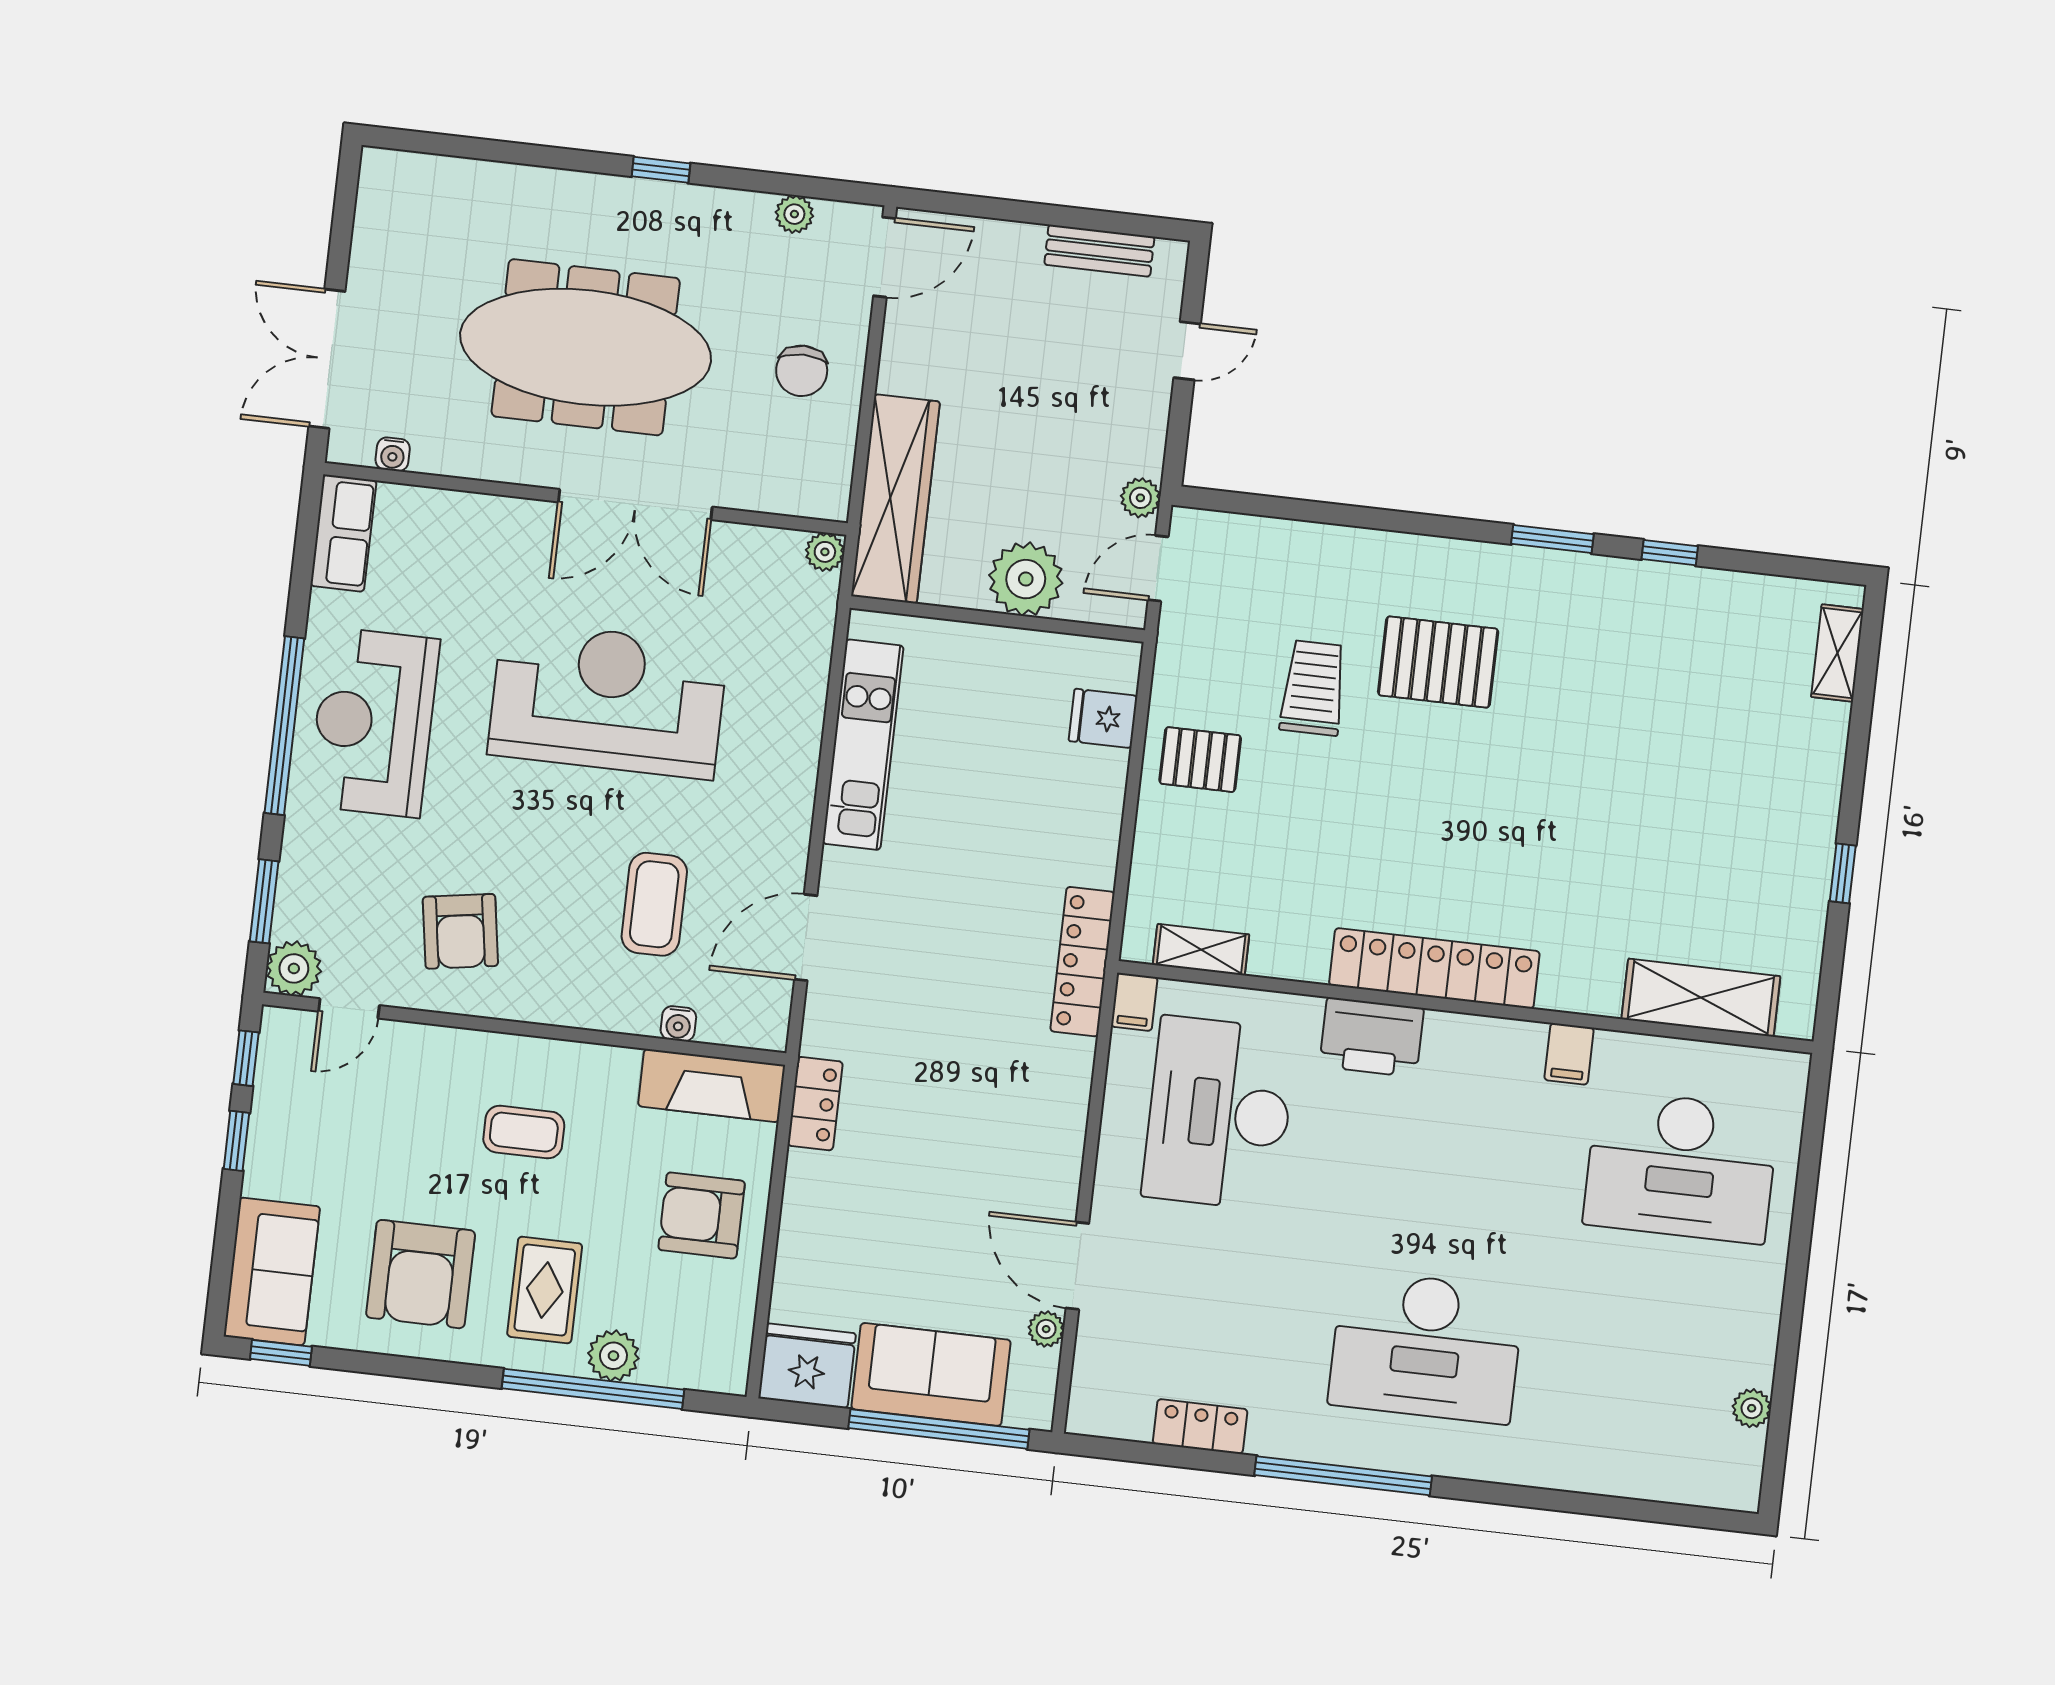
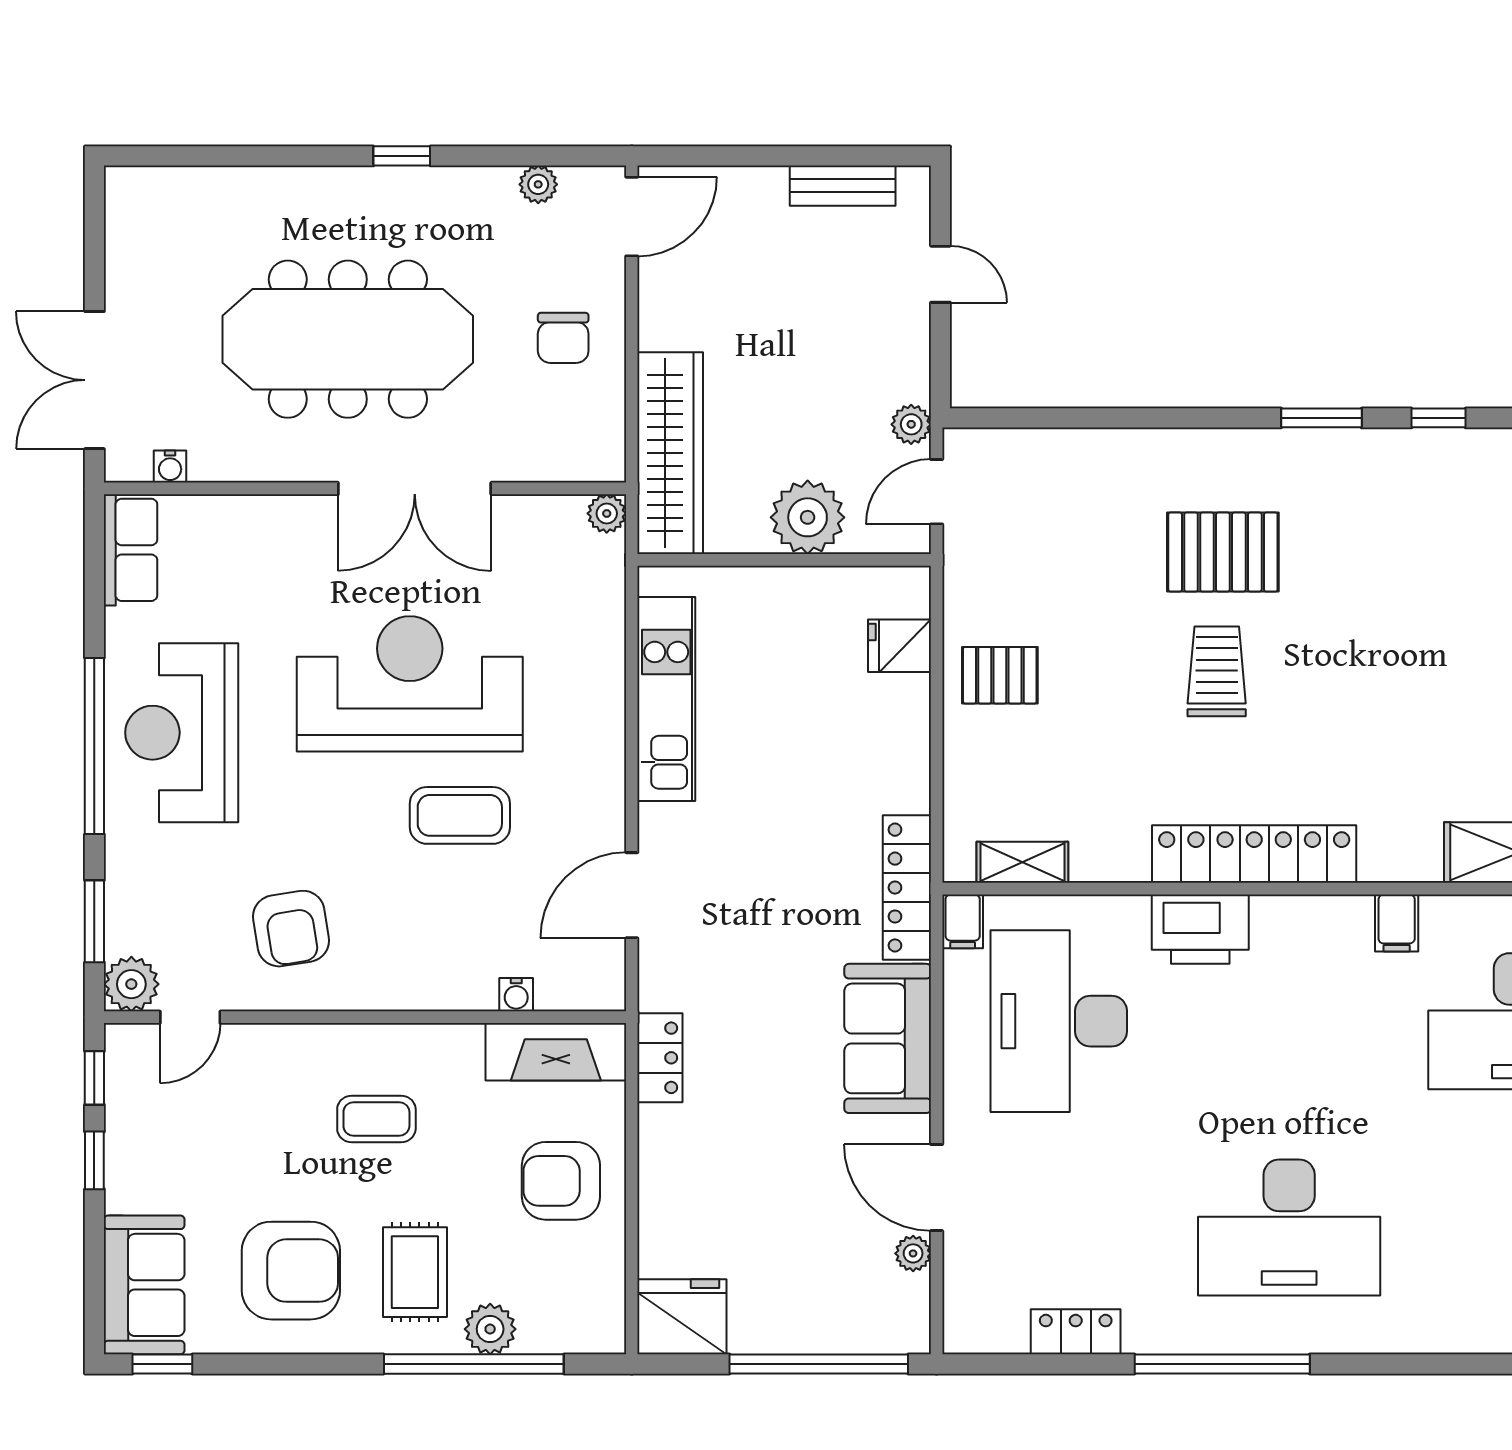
door: (1187, 351) -> (940, 274), hinge flipped
trolley: (1313, 688) -> (1217, 671), moved
coffee table: (654, 904) -> (460, 815), moved, turned 90
armchair: (421, 1274) -> (291, 1271), turned -90
sofa: (931, 1374) -> (888, 1038), moved, turned -90

